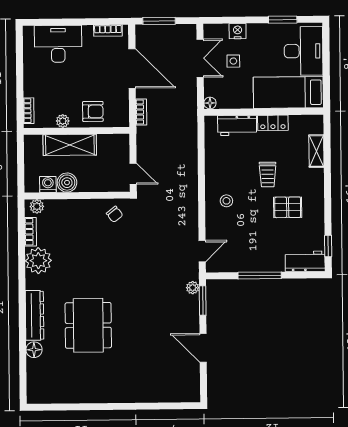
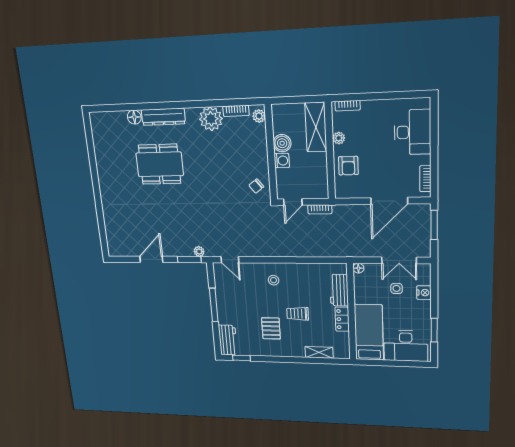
bookcase: (141, 112) -> (320, 209), moved
shelving: (70, 145) -> (316, 127), moved
washing machine: (48, 184) -> (282, 161), moved

